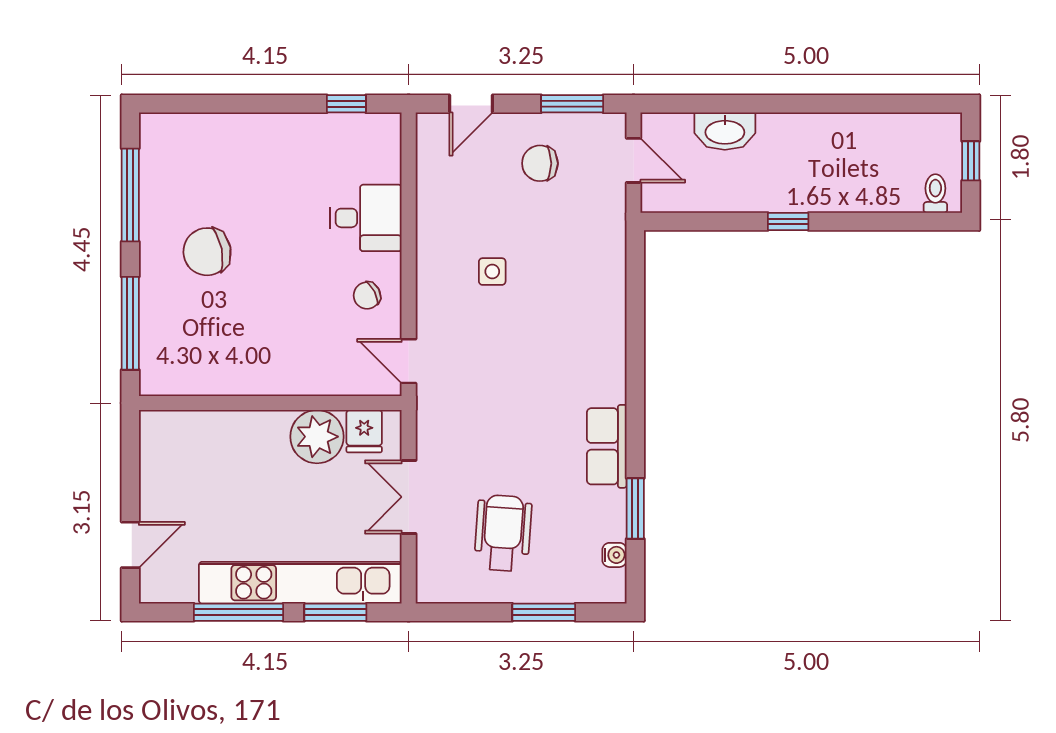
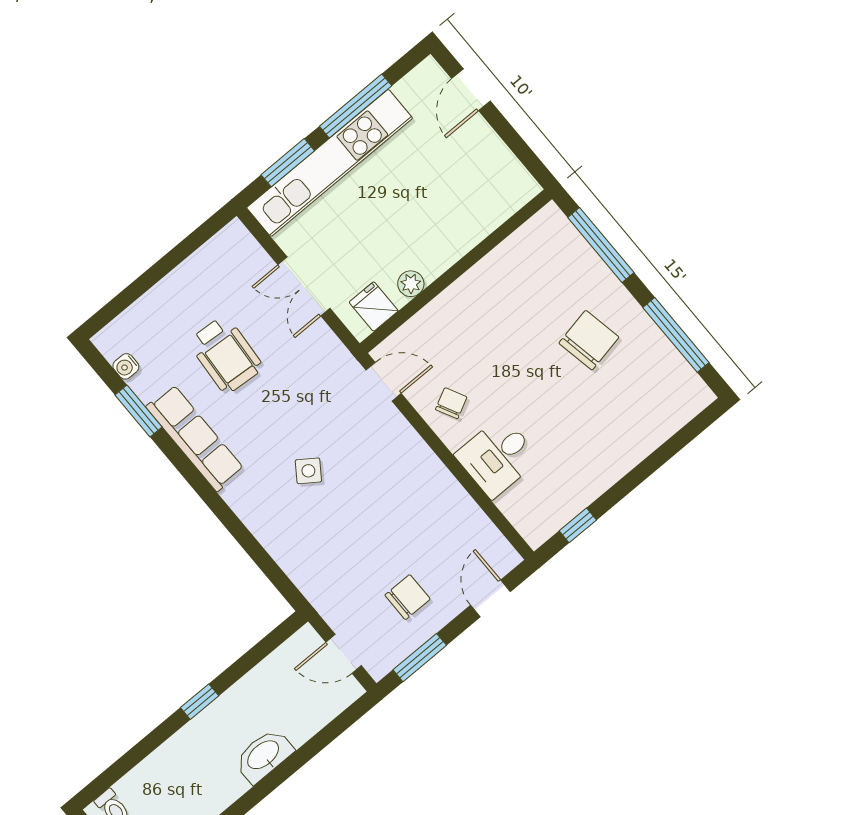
washbasin: (725, 131) -> (264, 756), moved
side table: (492, 272) -> (308, 471), moved, turned 35
plant: (317, 437) -> (411, 284), width x0.53, depth x0.53
row of seats: (607, 446) -> (195, 438), width x1.48
double door: (409, 497) -> (304, 286), swing flipped
wheelchair: (503, 533) -> (226, 355), moved
window: (544, 612) -> (142, 285), removed

